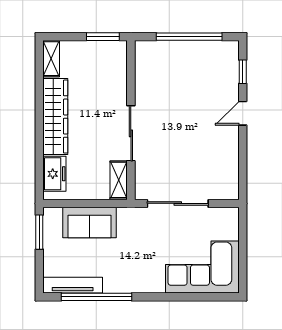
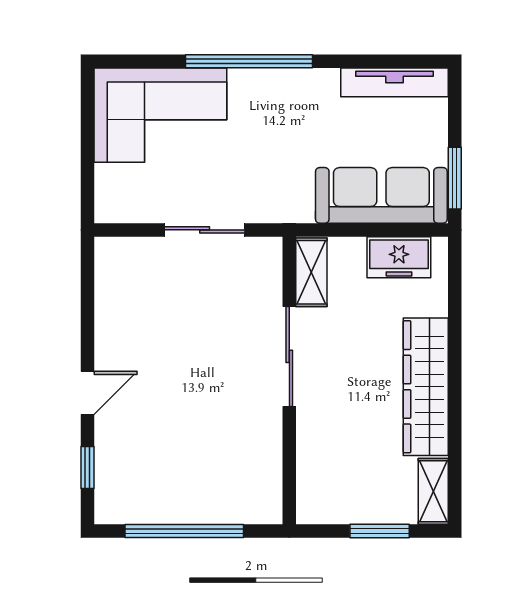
window: (103, 37) -> (380, 531), moved
freezer: (54, 174) -> (399, 257), moved, turned -90
sliding door: (178, 203) -> (205, 230), width x0.73
sofa: (90, 223) -> (381, 195), width x1.36
window: (96, 297) -> (249, 61), moved

